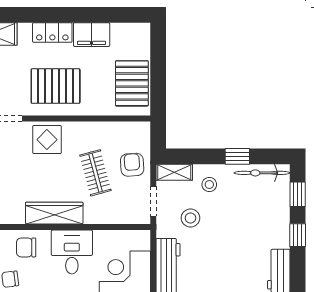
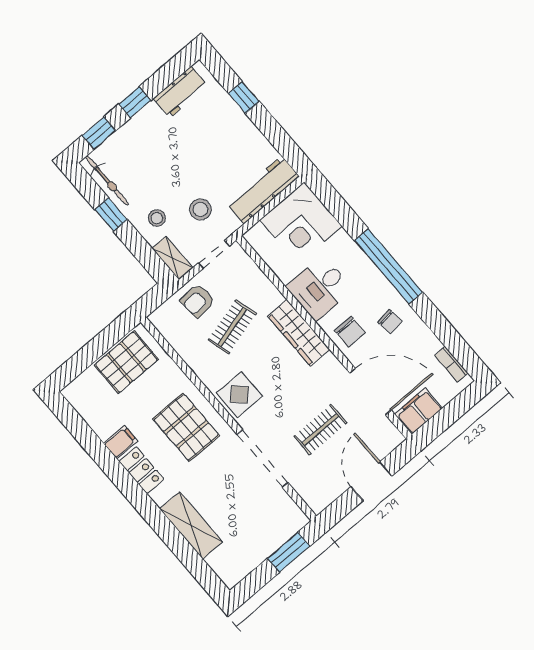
filing cabinet: (92, 35) -> (121, 442), width x0.50

